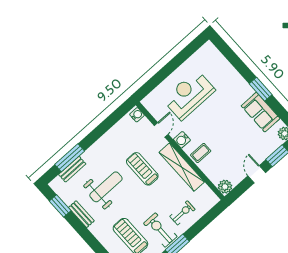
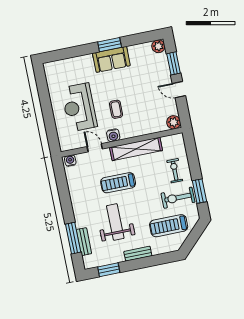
sofa: (261, 112) -> (111, 59), moved
coffee table: (201, 153) -> (116, 109), moved
bench: (81, 214) -> (138, 254), moved

